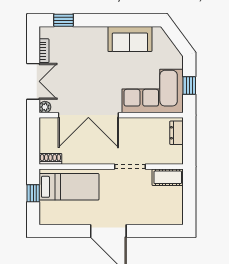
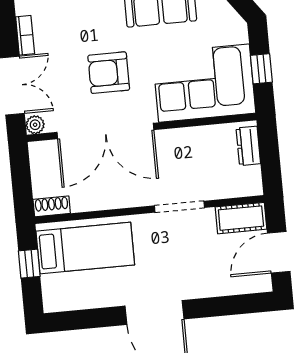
armchair: (94, 79) -> (109, 73), added
door: (189, 201) -> (279, 252), added

